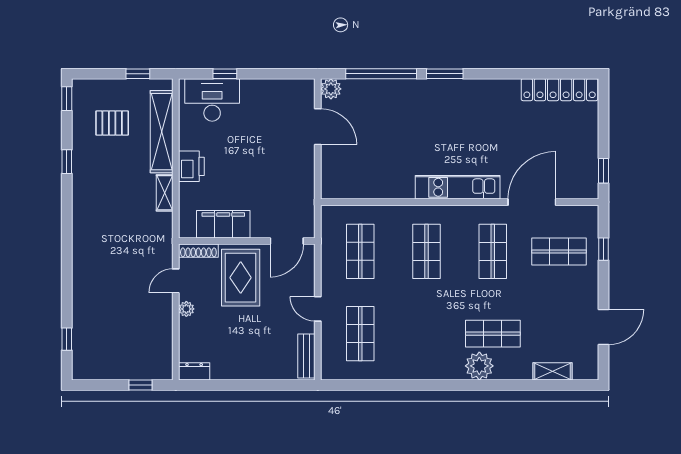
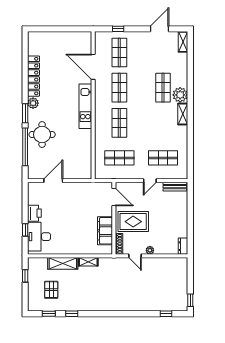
plant: (331, 89) -> (33, 103), moved
locker: (560, 90) -> (34, 76), moved
window: (67, 99) -> (49, 314), moved
round table: (405, 106) -> (42, 135), added
shelving: (162, 132) -> (63, 263), width x0.68
printer: (191, 166) -> (34, 213), moved, turned 90
window: (604, 171) -> (77, 29), removed
shop shelf: (427, 251) -> (119, 123), turned 90
shop shelf: (493, 251) -> (119, 88), turned 90
door: (604, 327) -> (159, 29), hinge flipped
shelving: (443, 371) -> (183, 114), added
shelving: (552, 371) -> (183, 42), moved
window: (140, 385) -> (190, 300), moved

